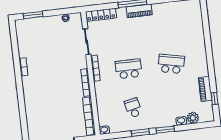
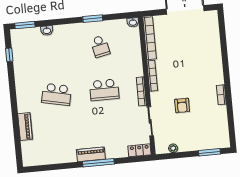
locker: (101, 15) -> (139, 150), width x0.66
armchair: (59, 57) -> (182, 105), added
piano: (205, 89) -> (25, 127), moved
plant: (193, 118) -> (34, 34), removed
window: (165, 130) -> (25, 25), moved

